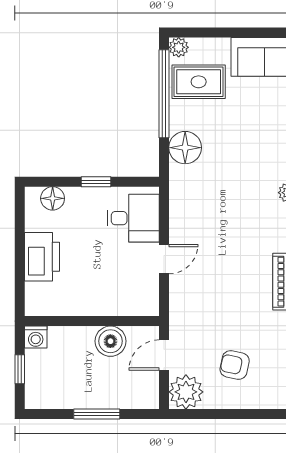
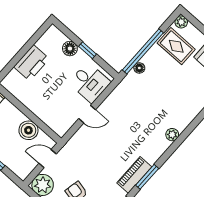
window: (164, 94) -> (143, 51), moved
floor lamp: (185, 148) -> (139, 68), width x0.53, depth x0.53
floor lamp: (53, 198) -> (70, 49), moved

